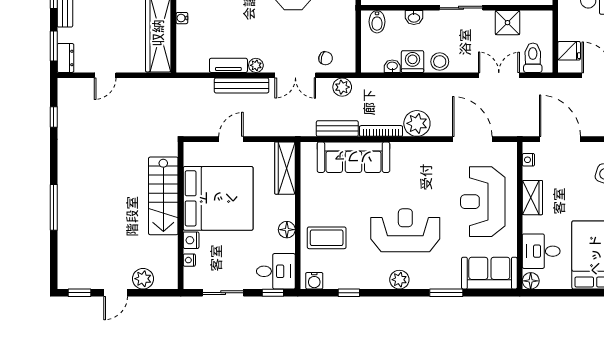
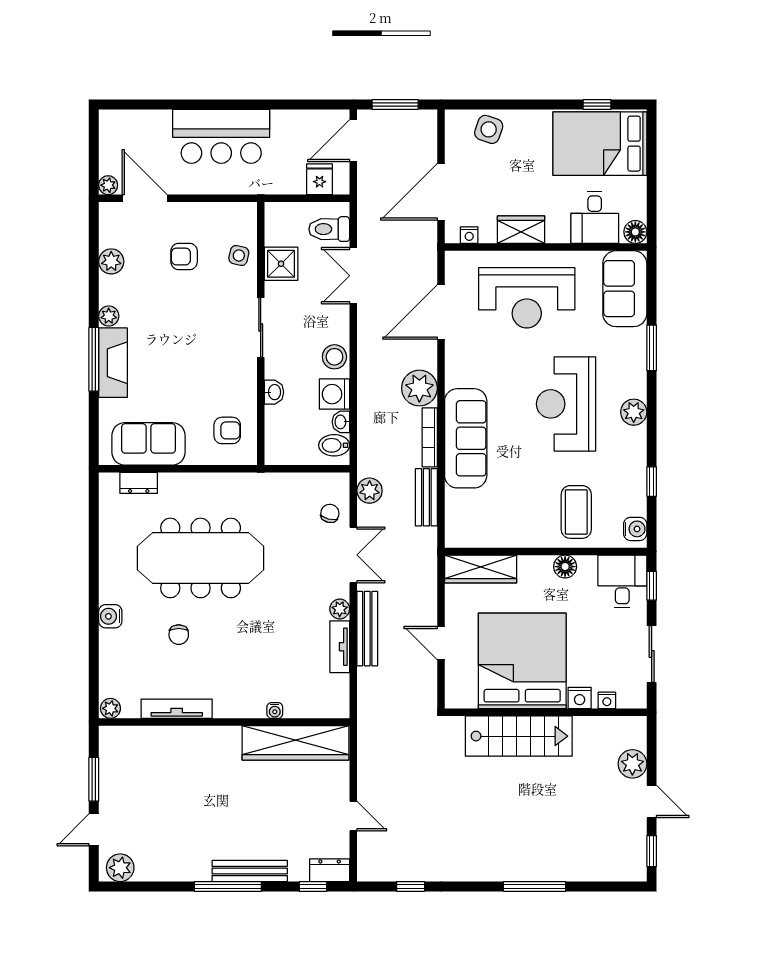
bidet: (377, 22) -> (334, 445), moved, turned 180
window: (54, 46) -> (313, 886), width x0.67
sofa: (353, 157) -> (466, 438), moved

